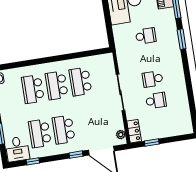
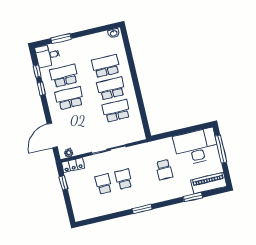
window: (182, 39) -> (142, 209), moved
school desk: (156, 101) -> (104, 184), turned 180
window: (76, 155) -> (41, 89), moved

